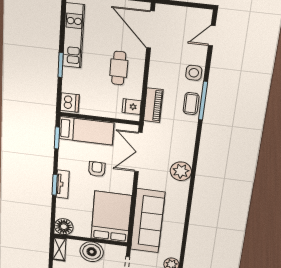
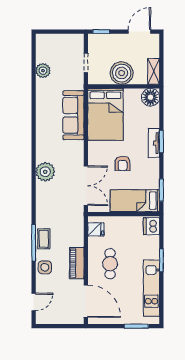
piano: (153, 105) -> (77, 263), moved
sofa: (148, 221) -> (73, 115), width x0.74, depth x0.79

